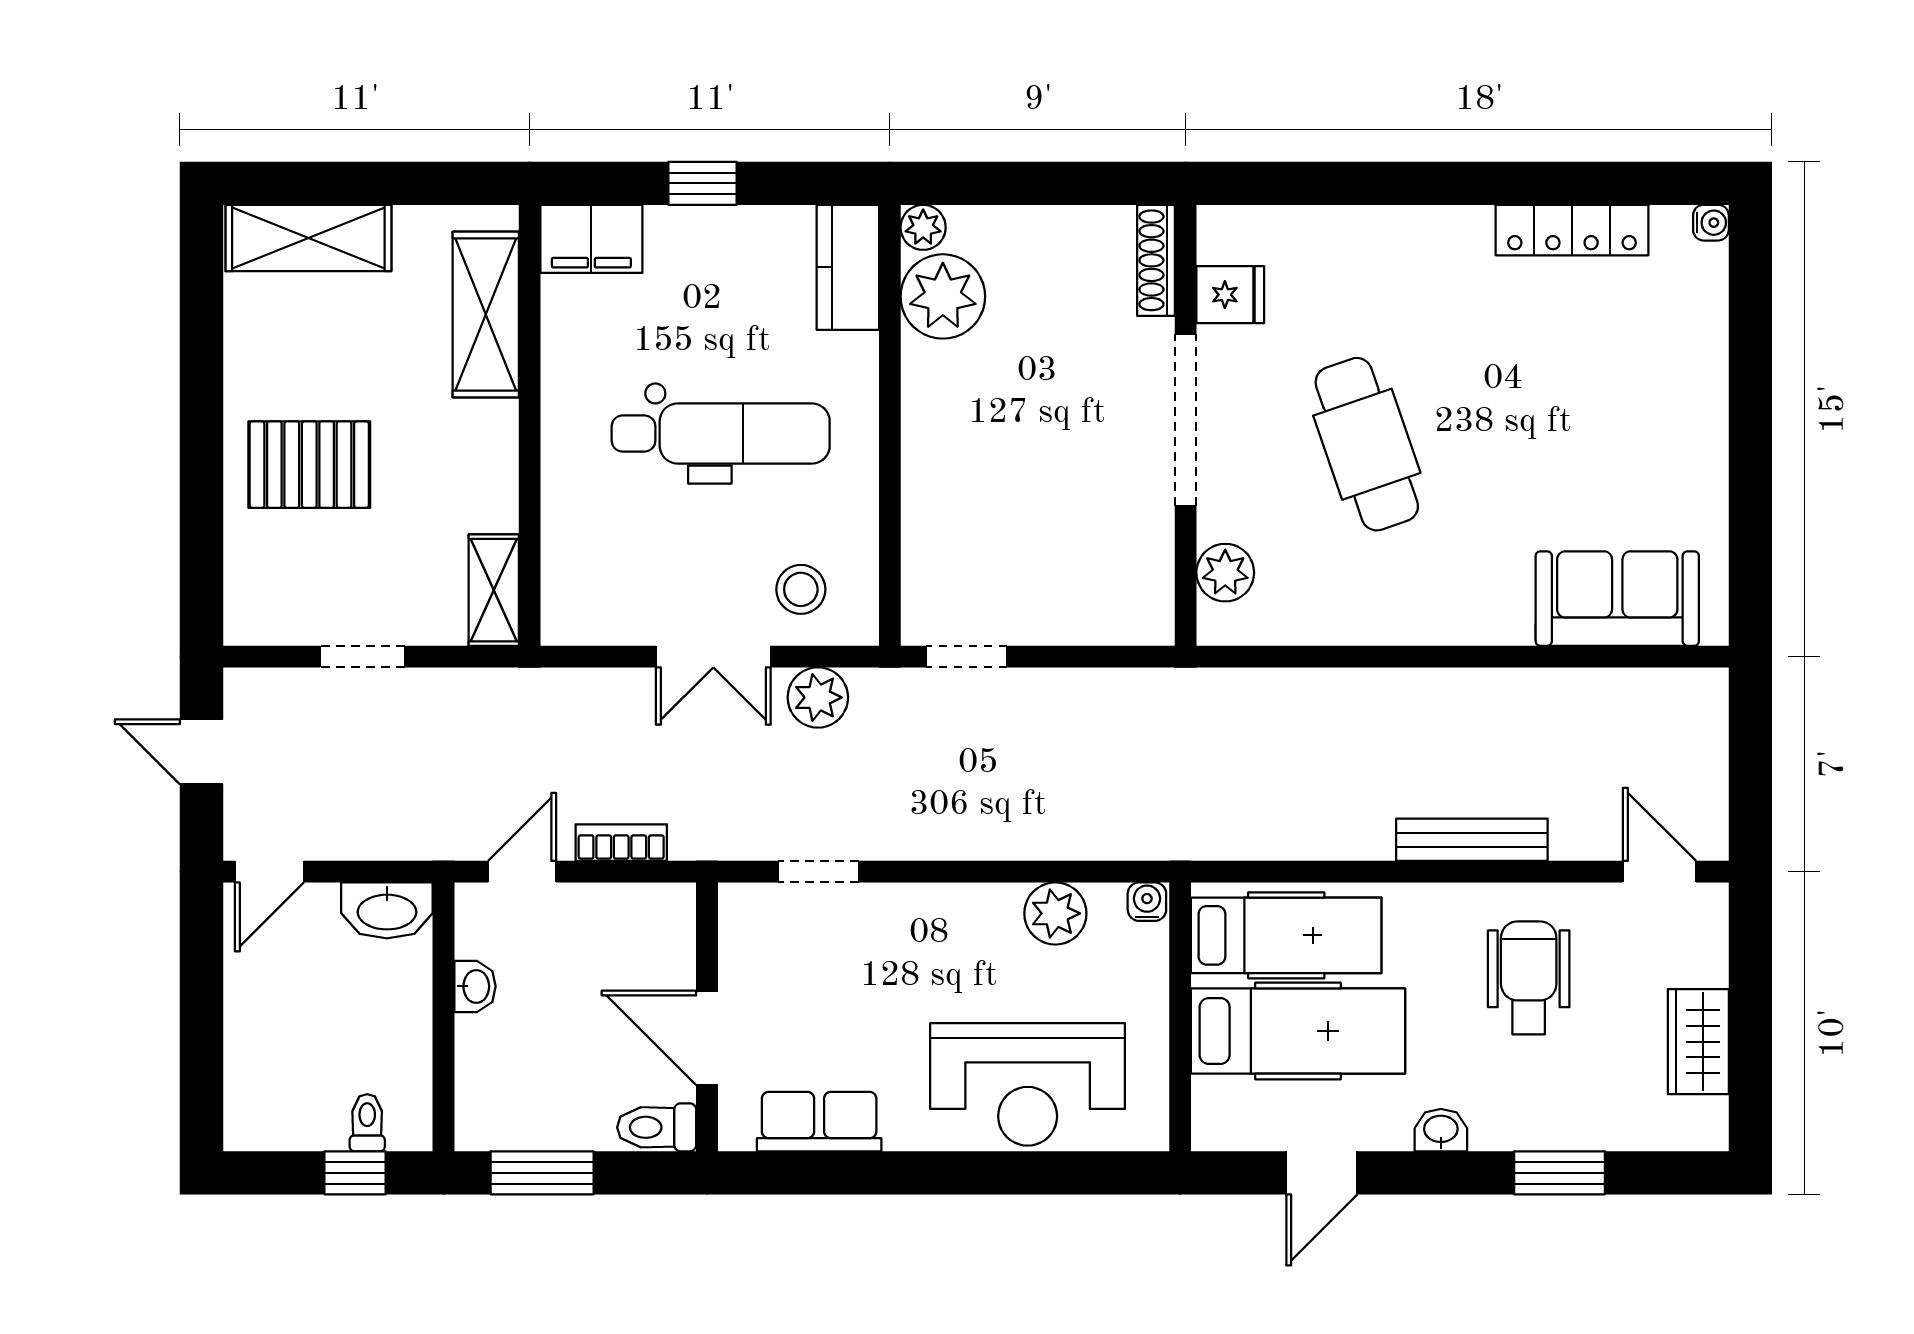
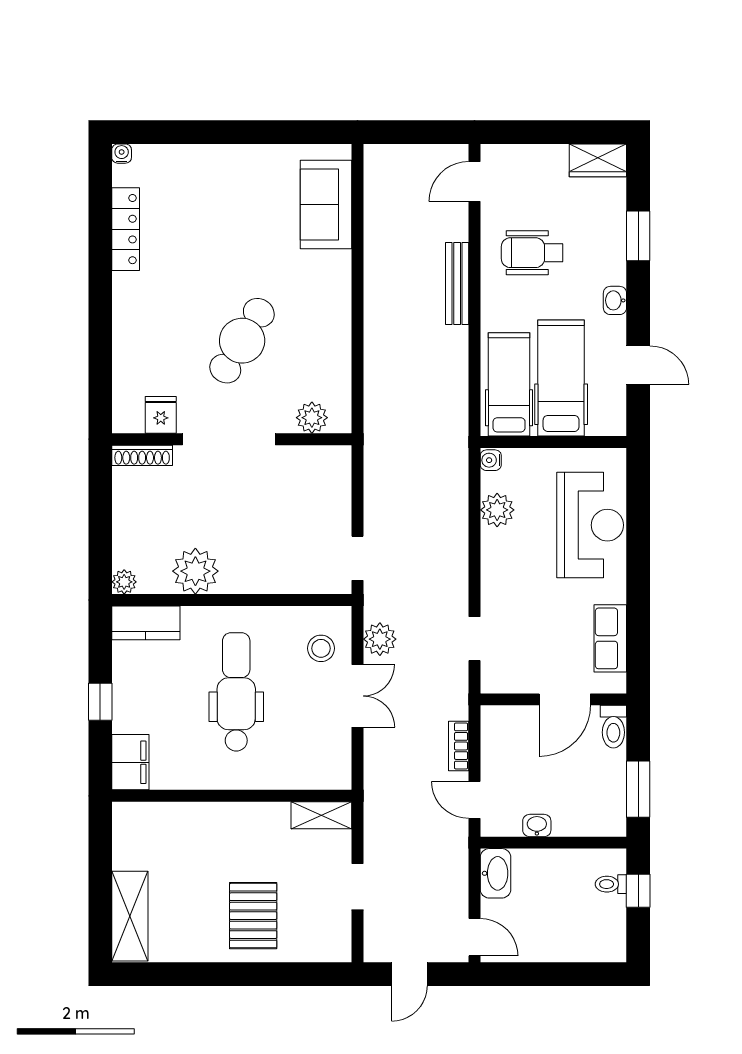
plant: (943, 296) -> (195, 571), moved
shelving: (486, 314) -> (172, 820), removed
cafe table: (1367, 444) -> (242, 341), turned -40
wardrobe: (1698, 1042) -> (598, 160), moved

